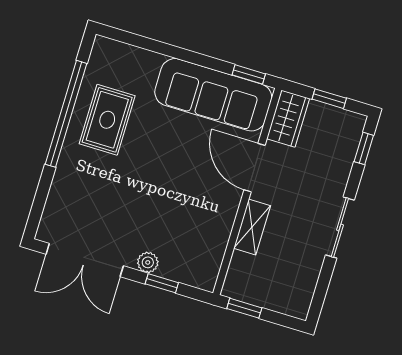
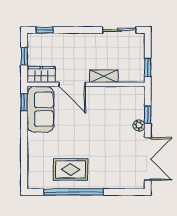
sofa: (213, 95) -> (40, 109), width x0.73
door: (255, 168) -> (72, 84), hinge flipped
sliding door: (340, 228) -> (119, 30), moved

